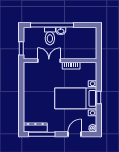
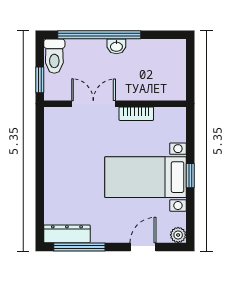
toilet: (50, 36) -> (54, 56), moved

